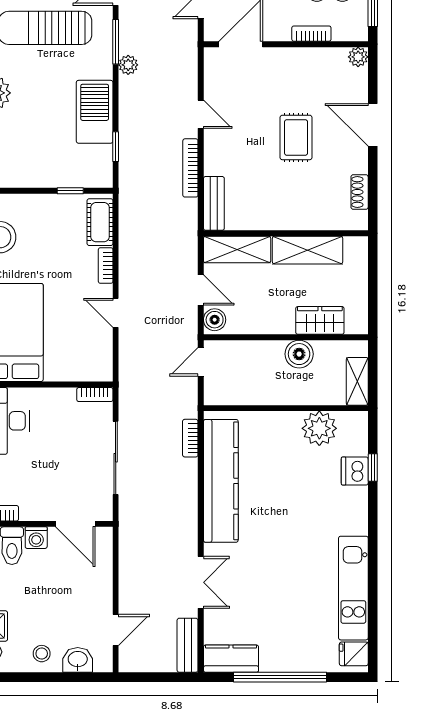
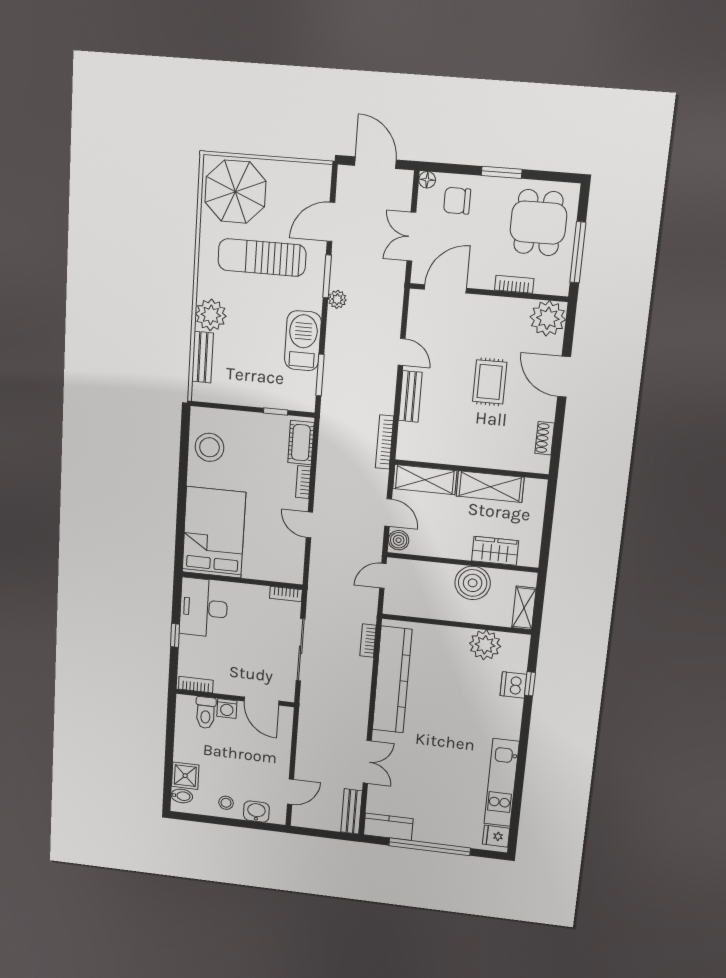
plant: (358, 57) -> (548, 318), width x1.88, depth x1.88
window: (116, 147) -> (320, 375), width x1.50
bookcase: (190, 168) -> (384, 442), moved
bench: (214, 203) -> (410, 396), moved
boiler: (299, 354) -> (473, 583), width x1.37, depth x1.37

